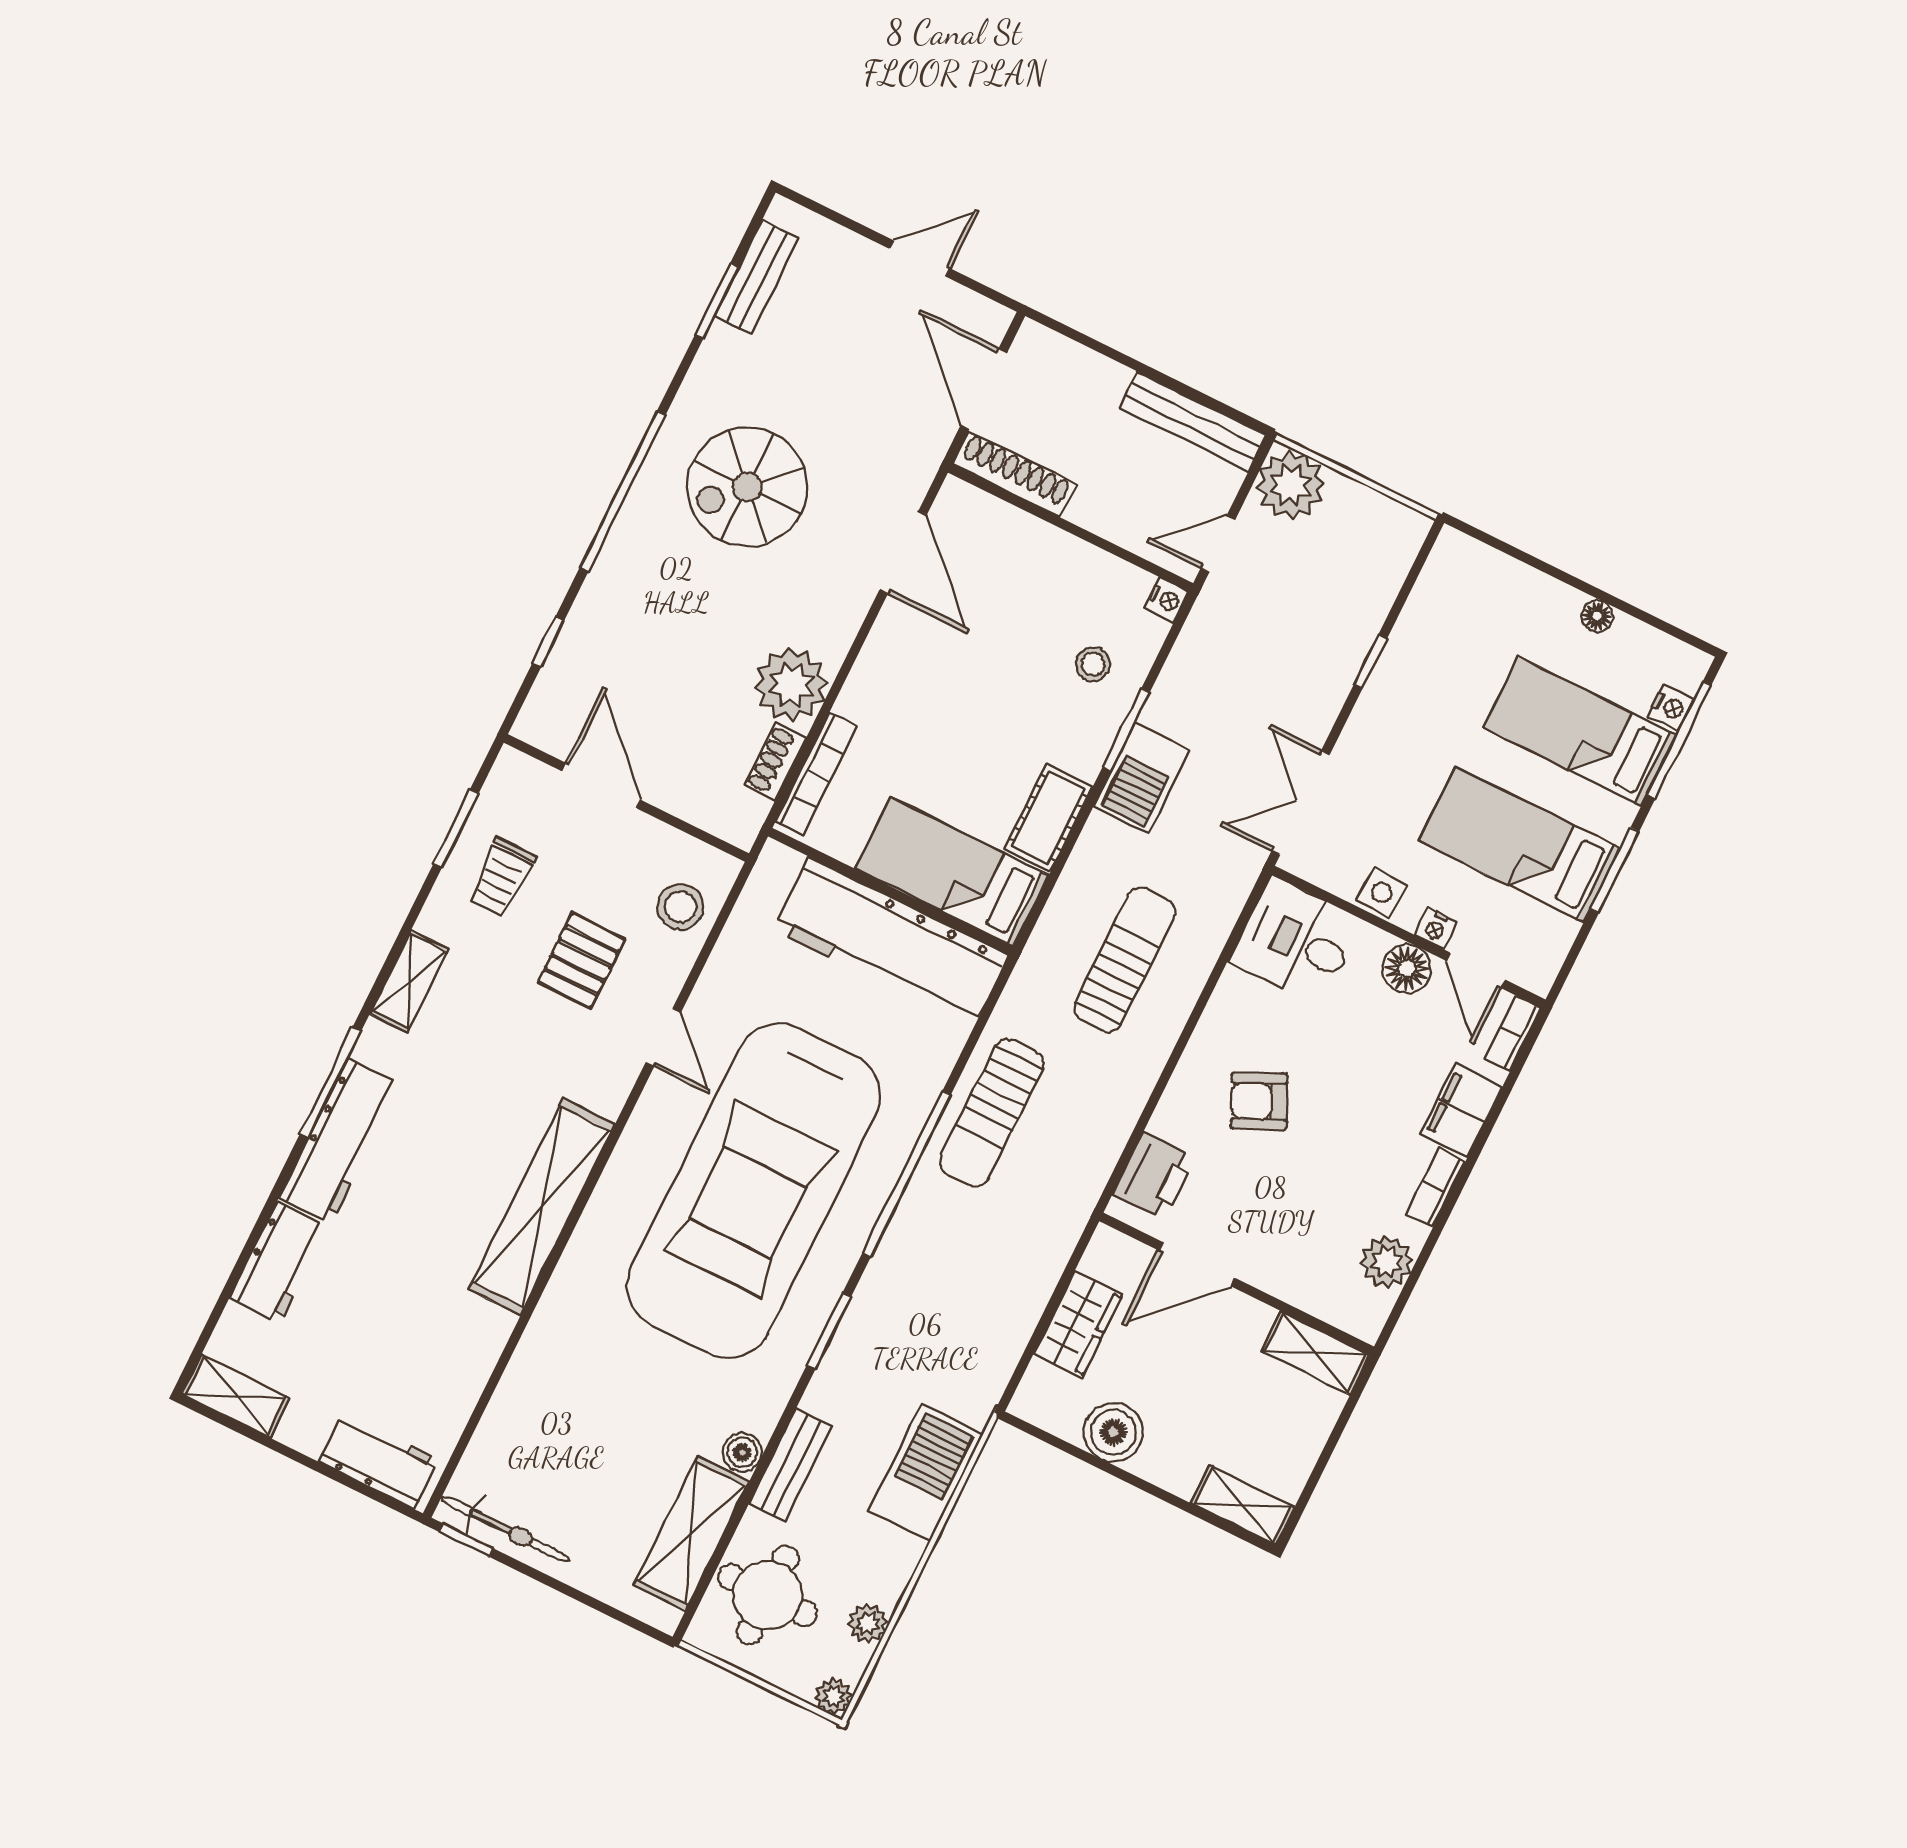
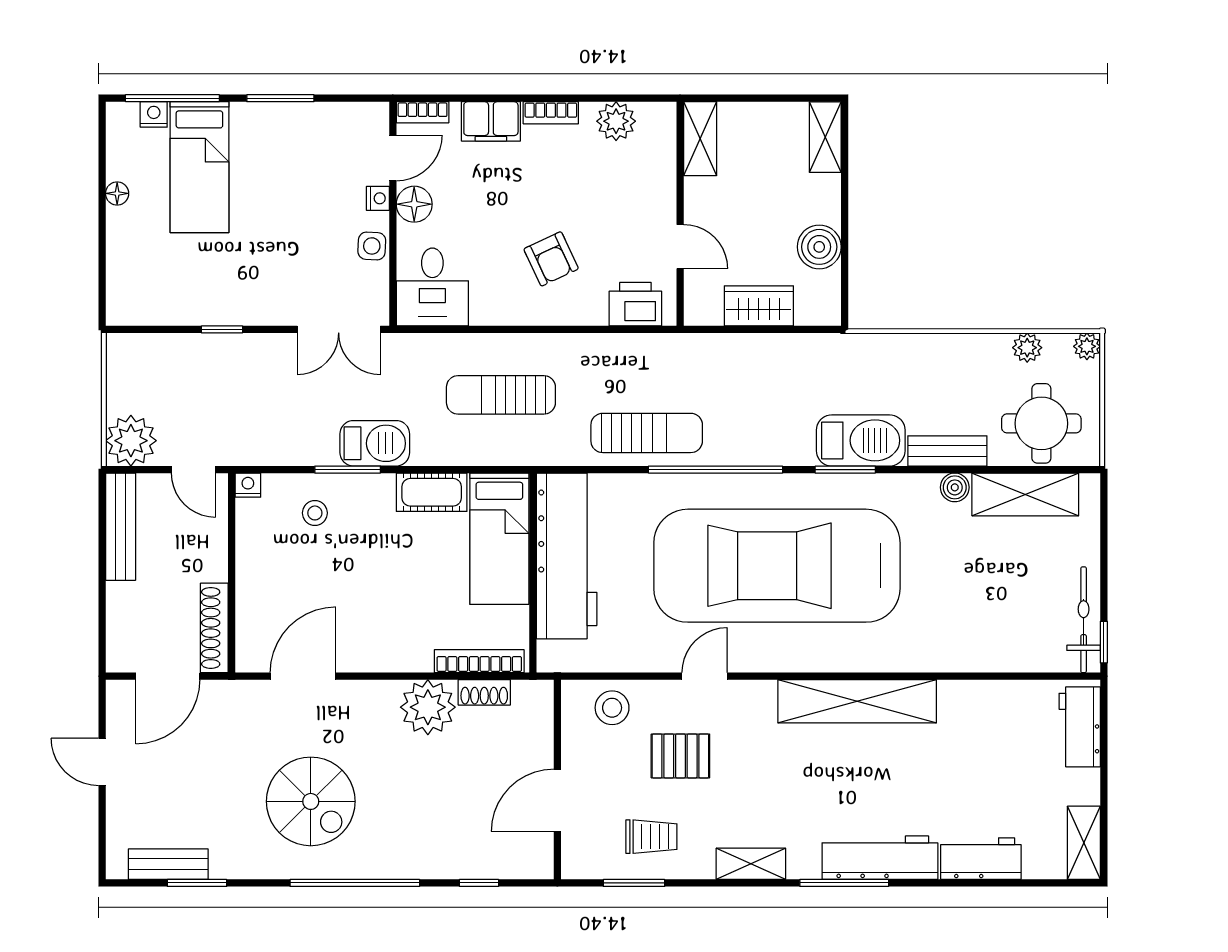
bed: (1519, 844) -> (295, 170), removed
car: (754, 1191) -> (777, 566), turned 180
door: (1197, 1264) -> (680, 247), width x0.73
barbecue: (926, 1472) -> (861, 440), moved, turned 180

